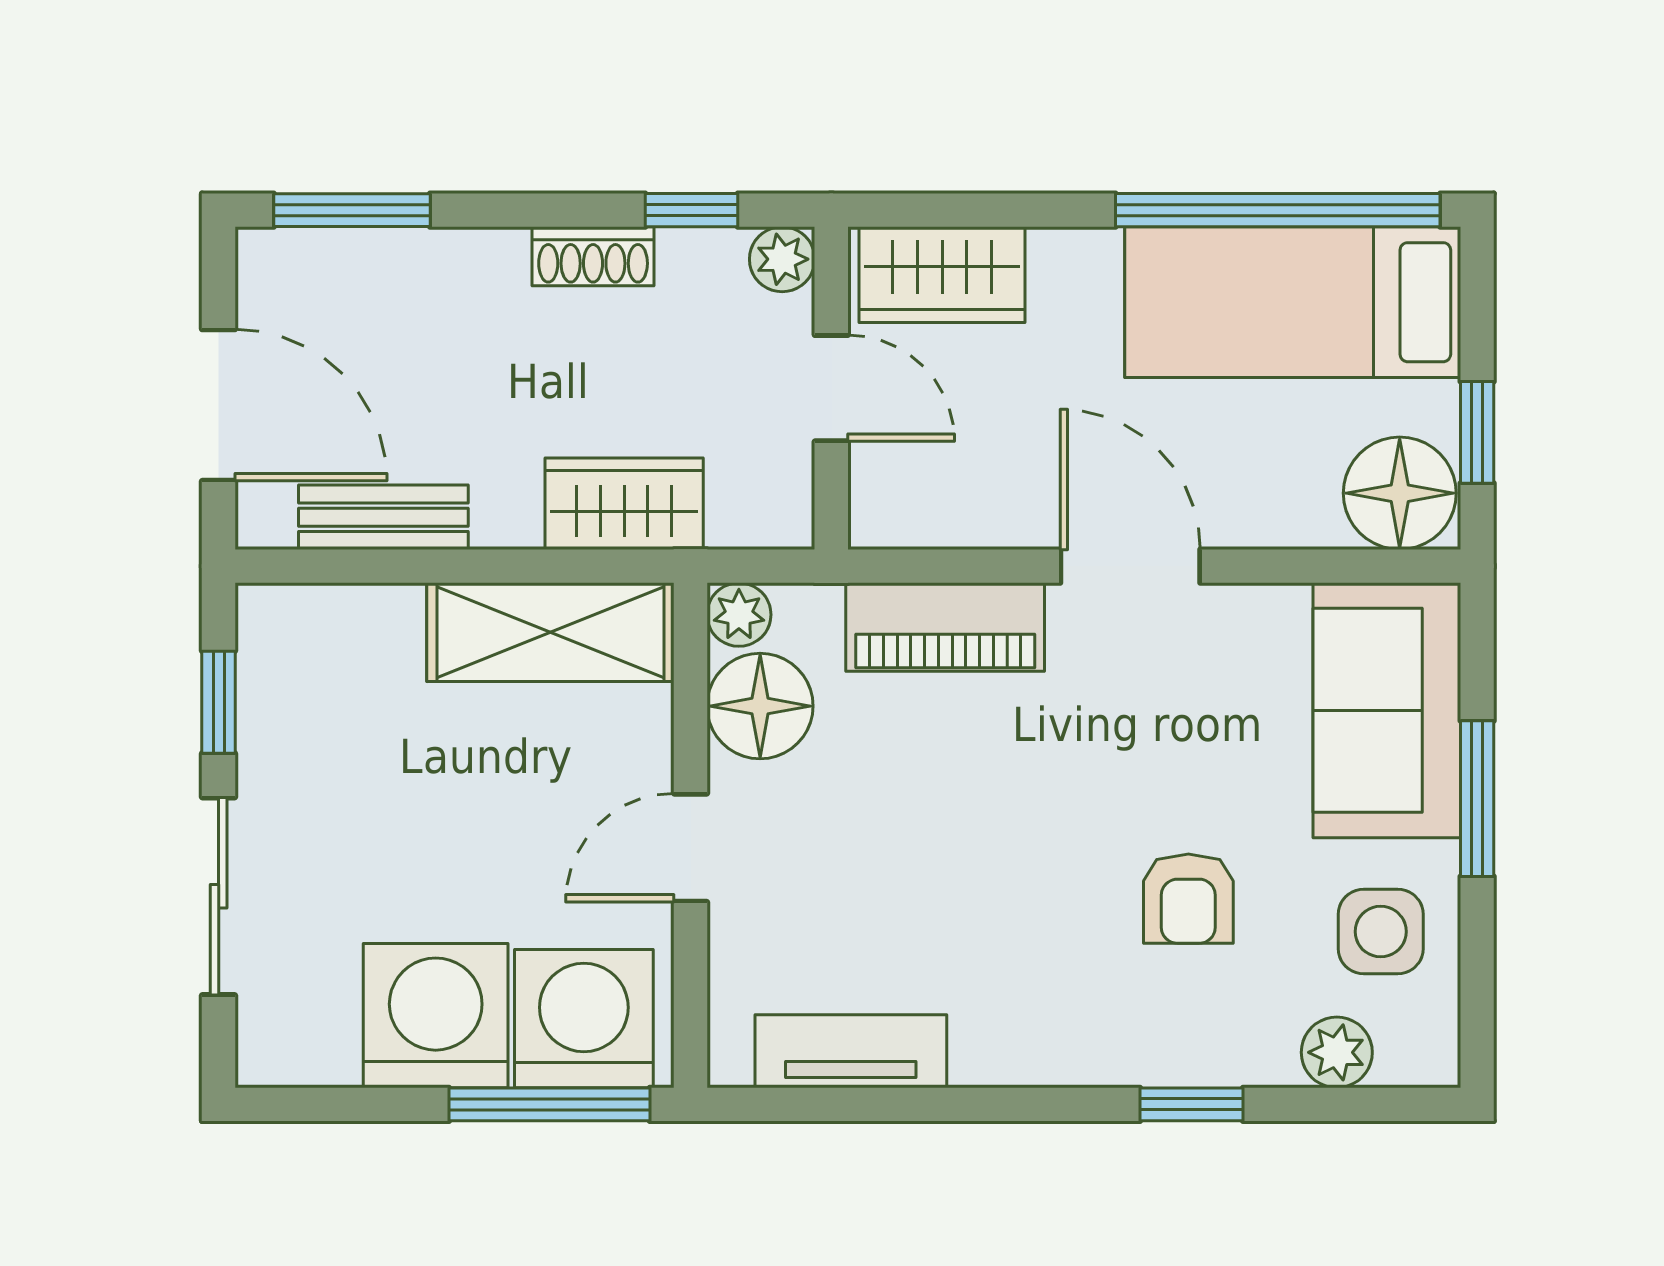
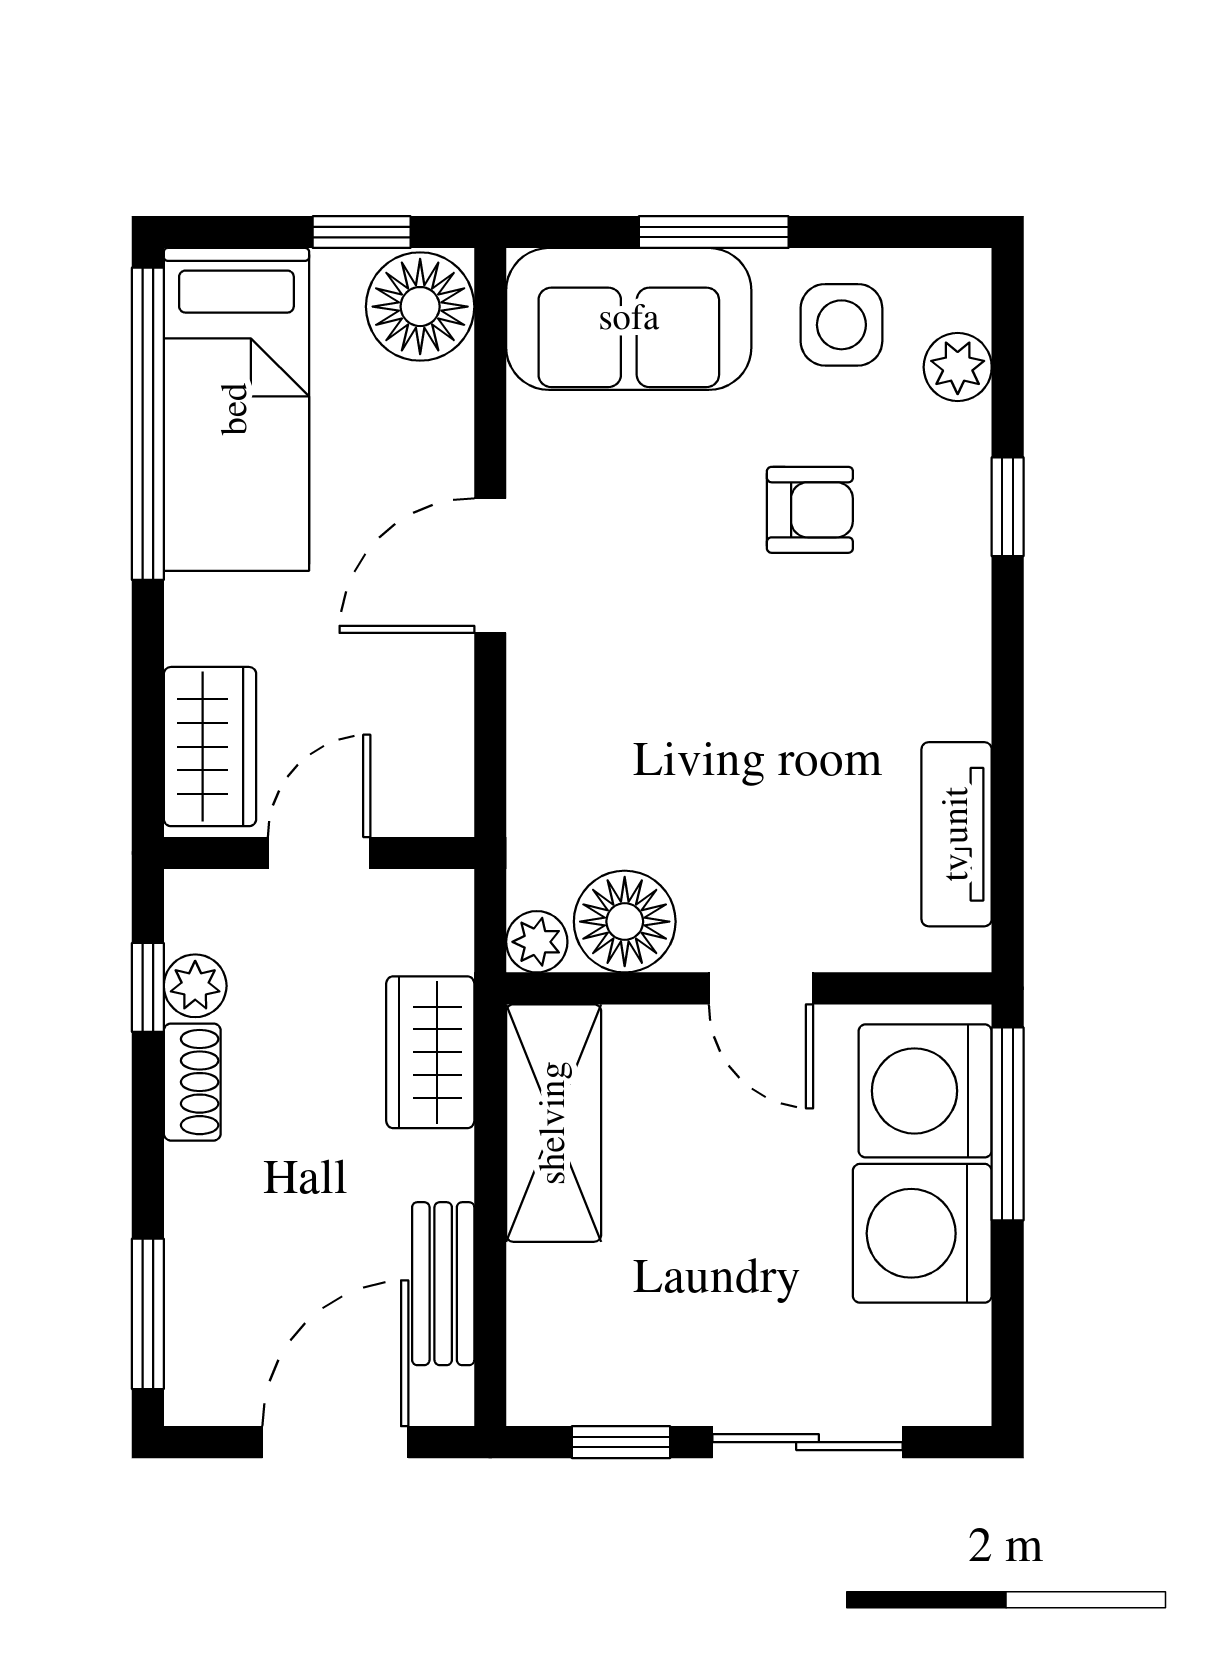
plant: (782, 259) -> (195, 986), moved
piano: (945, 627) -> (549, 744), removed

